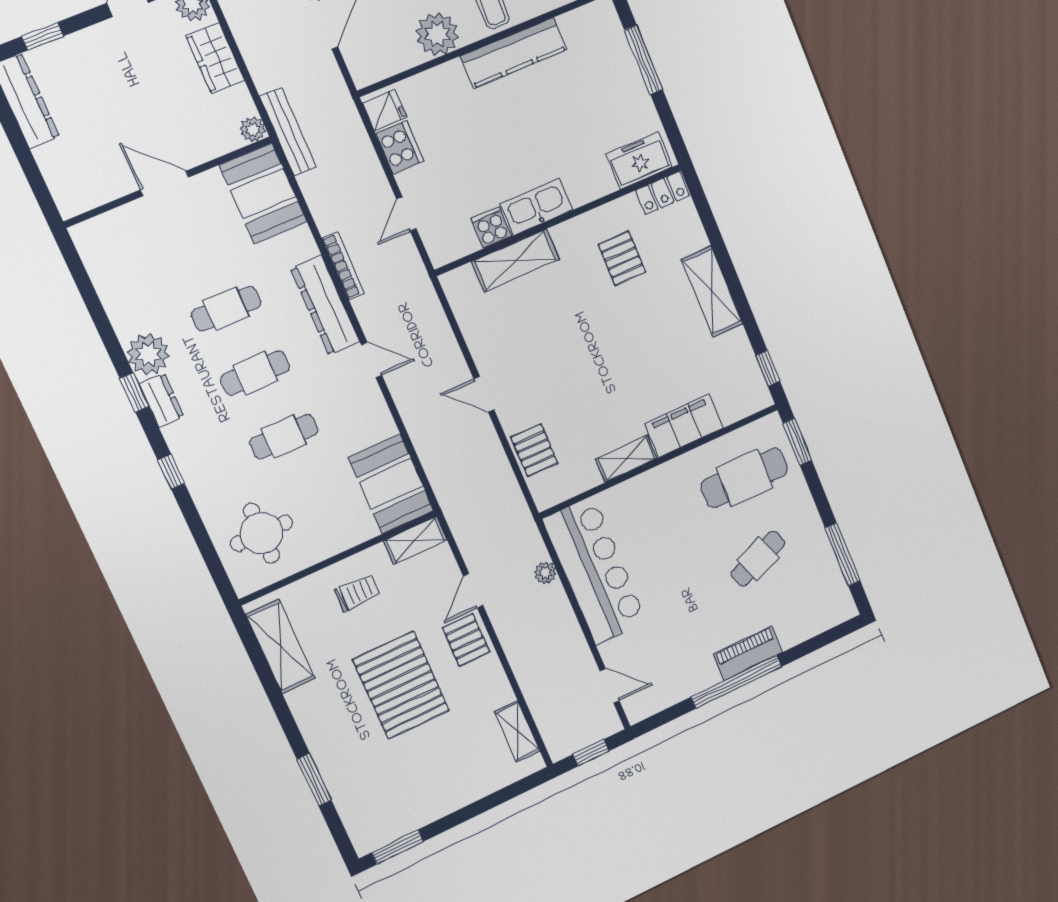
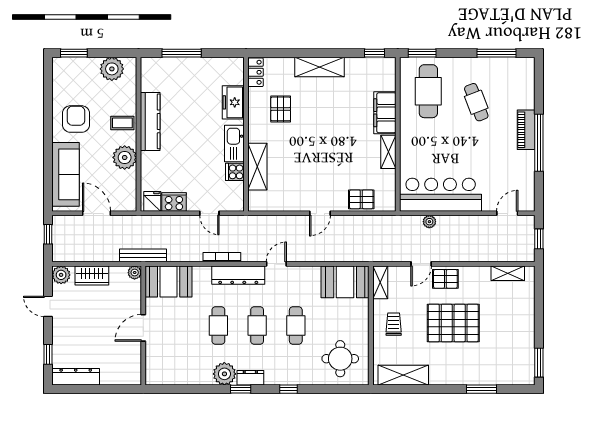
freezer: (639, 161) -> (233, 102), moved
pallet: (622, 258) -> (281, 109), turned 90
door: (473, 591) -> (421, 264), hinge flipped

